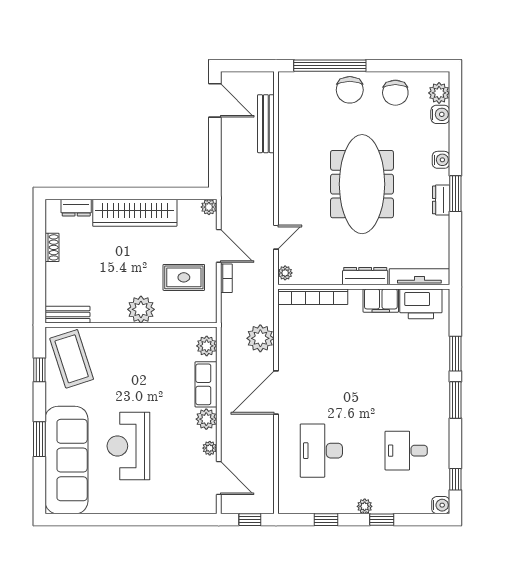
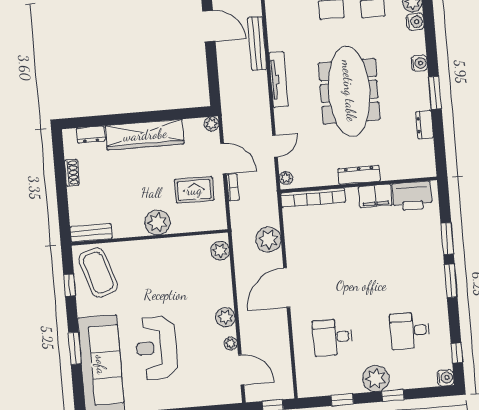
dresser: (441, 200) -> (425, 125), moved
tv unit: (419, 277) -> (279, 80), moved, turned 90
row of seats: (206, 384) -> (222, 286), removed
desk: (321, 451) -> (333, 337), width x0.73
plant: (365, 506) -> (376, 379), width x1.87, depth x1.87

